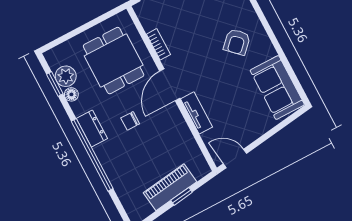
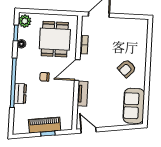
plant: (66, 76) -> (25, 21), moved
dresser: (92, 128) -> (20, 94), moved

